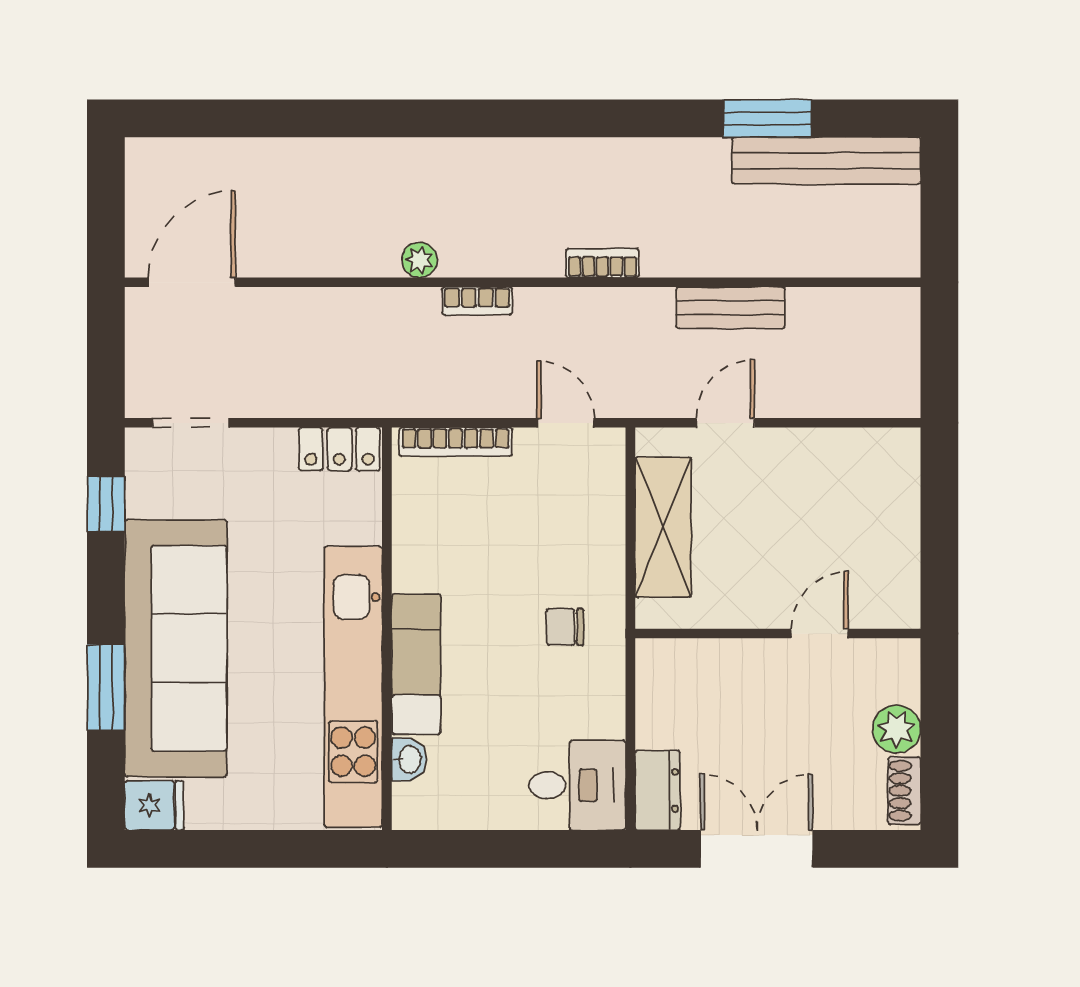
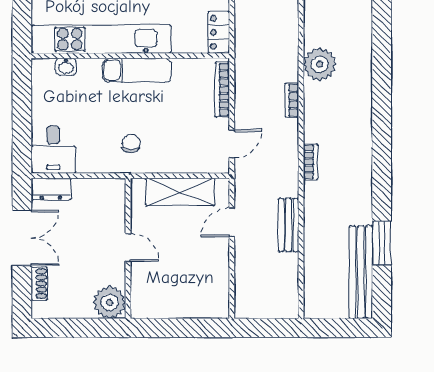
plant: (420, 260) -> (320, 64), width x1.88, depth x1.88
door: (725, 423) -> (232, 222), swing flipped
door: (820, 633) -> (128, 248), moved
exam couch: (416, 664) -> (137, 70), moved
plant: (897, 729) -> (110, 302), moved, width x1.36, depth x1.36
shoe rack: (904, 791) -> (39, 284), moved, turned 90

